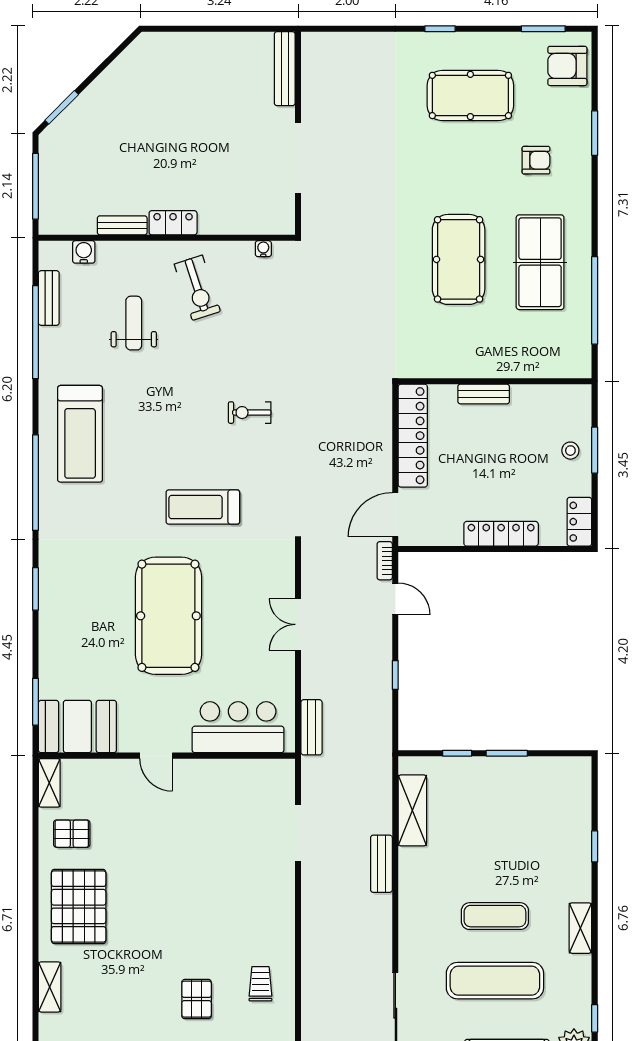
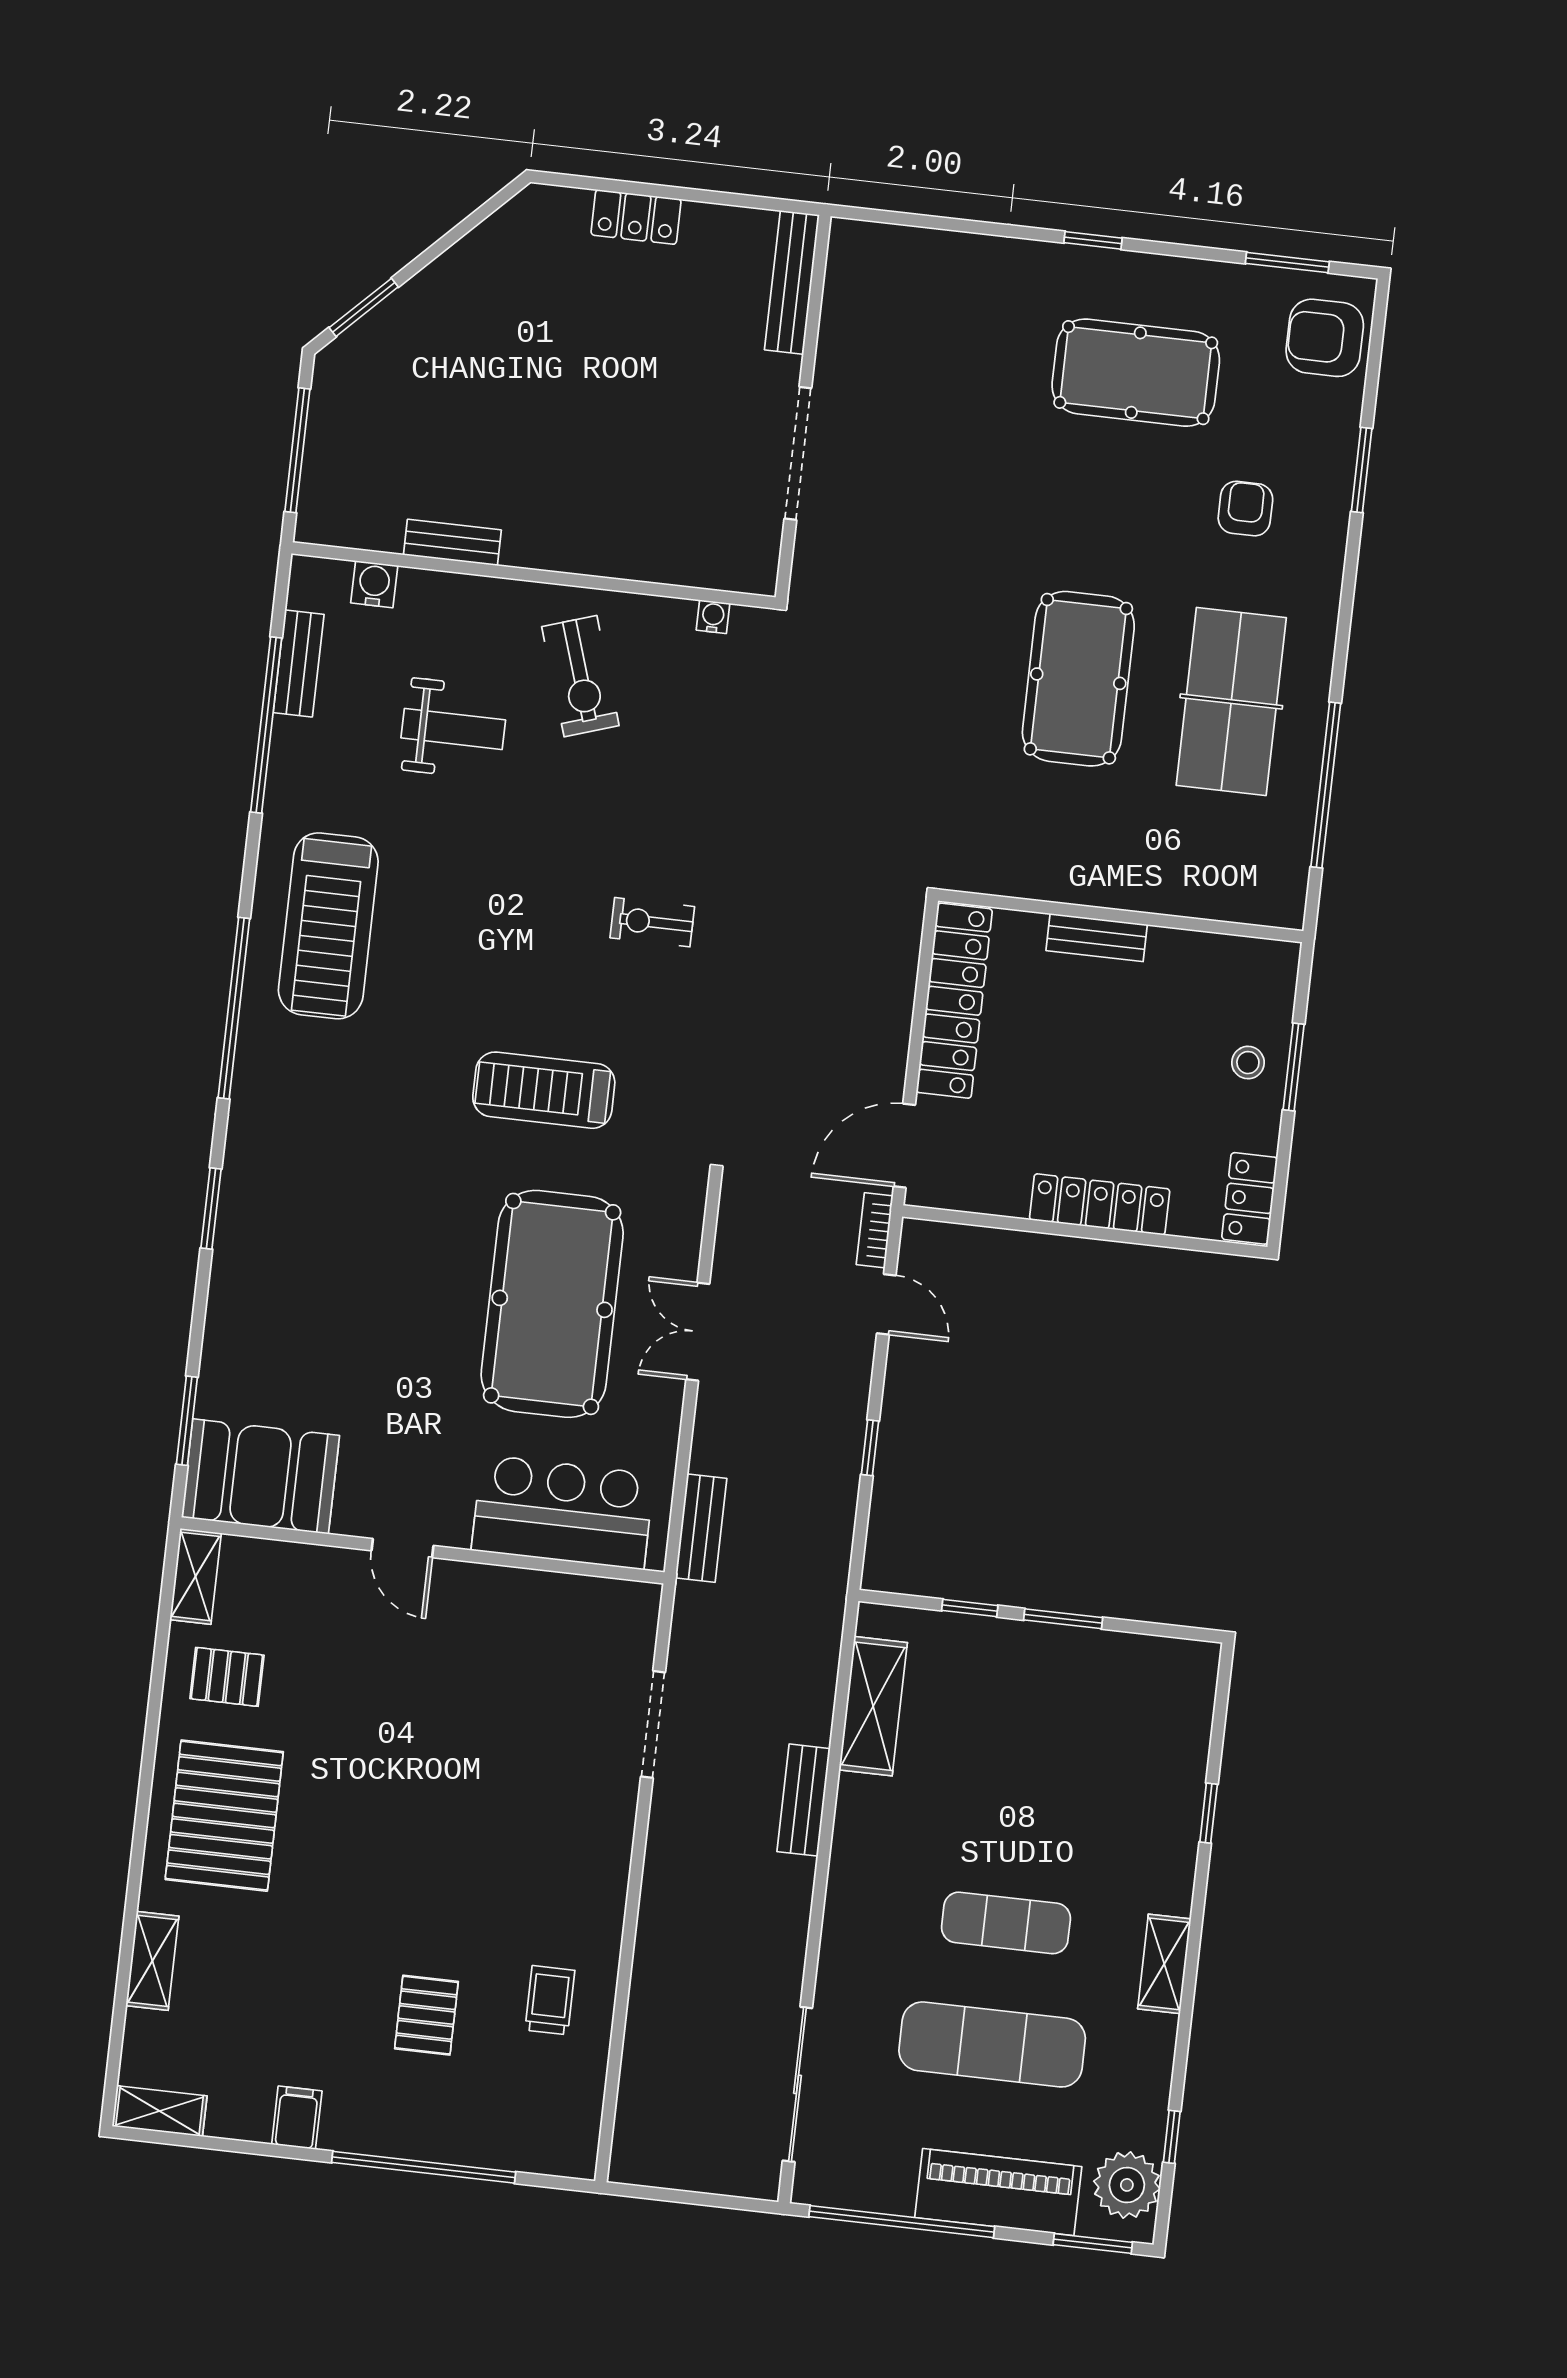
armchair: (536, 160) -> (1245, 509), turned -90
locker: (173, 223) -> (636, 217), moved, turned 180
weight bench: (134, 323) -> (453, 729), turned 90
pool table: (168, 616) -> (552, 1304), moved

